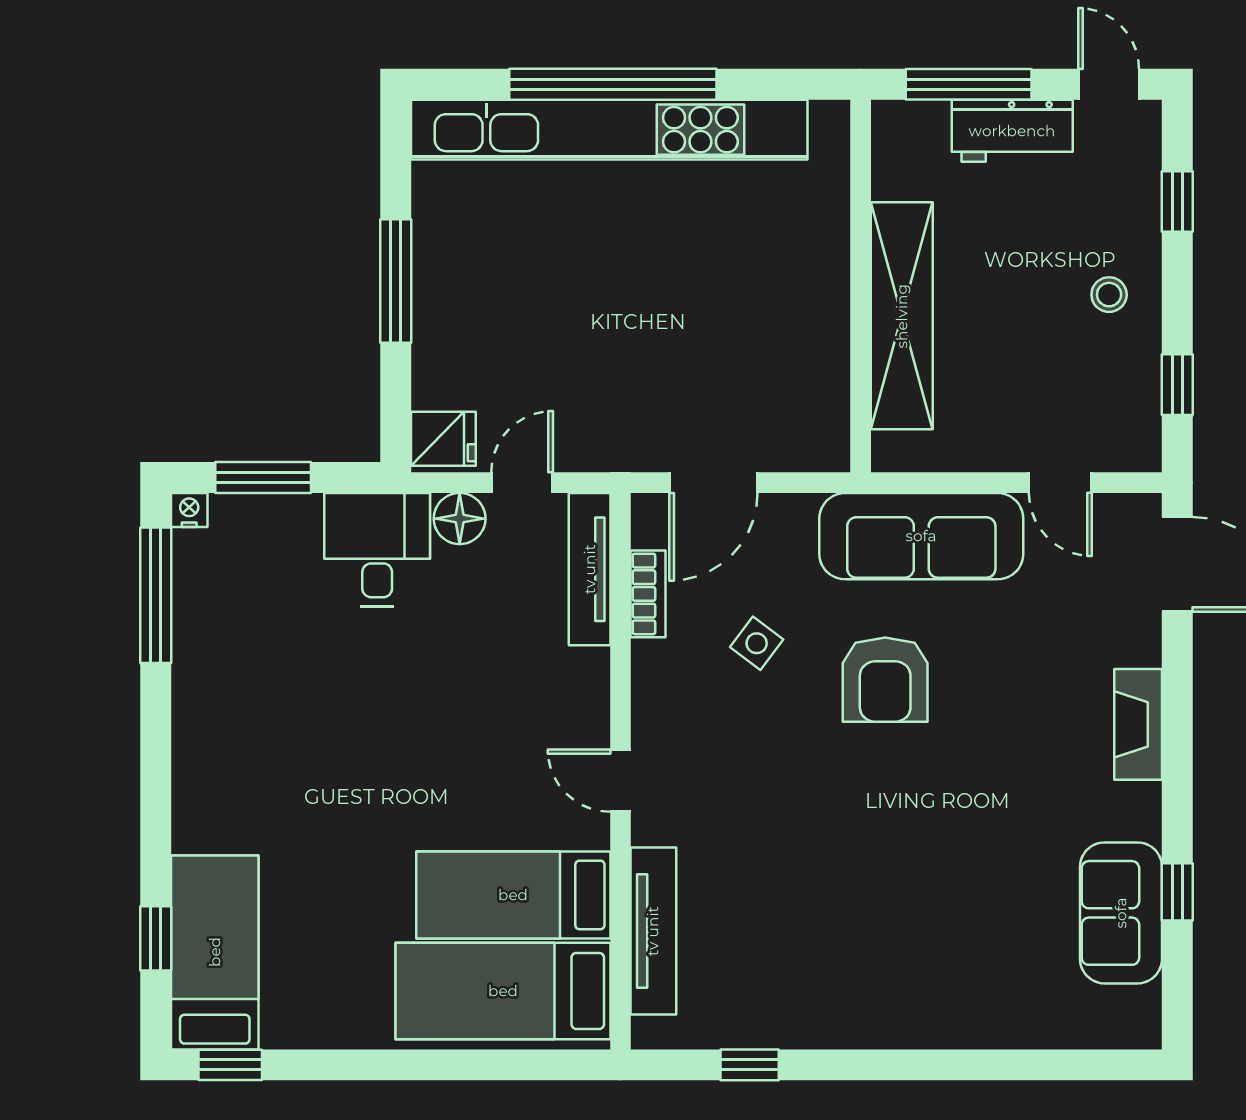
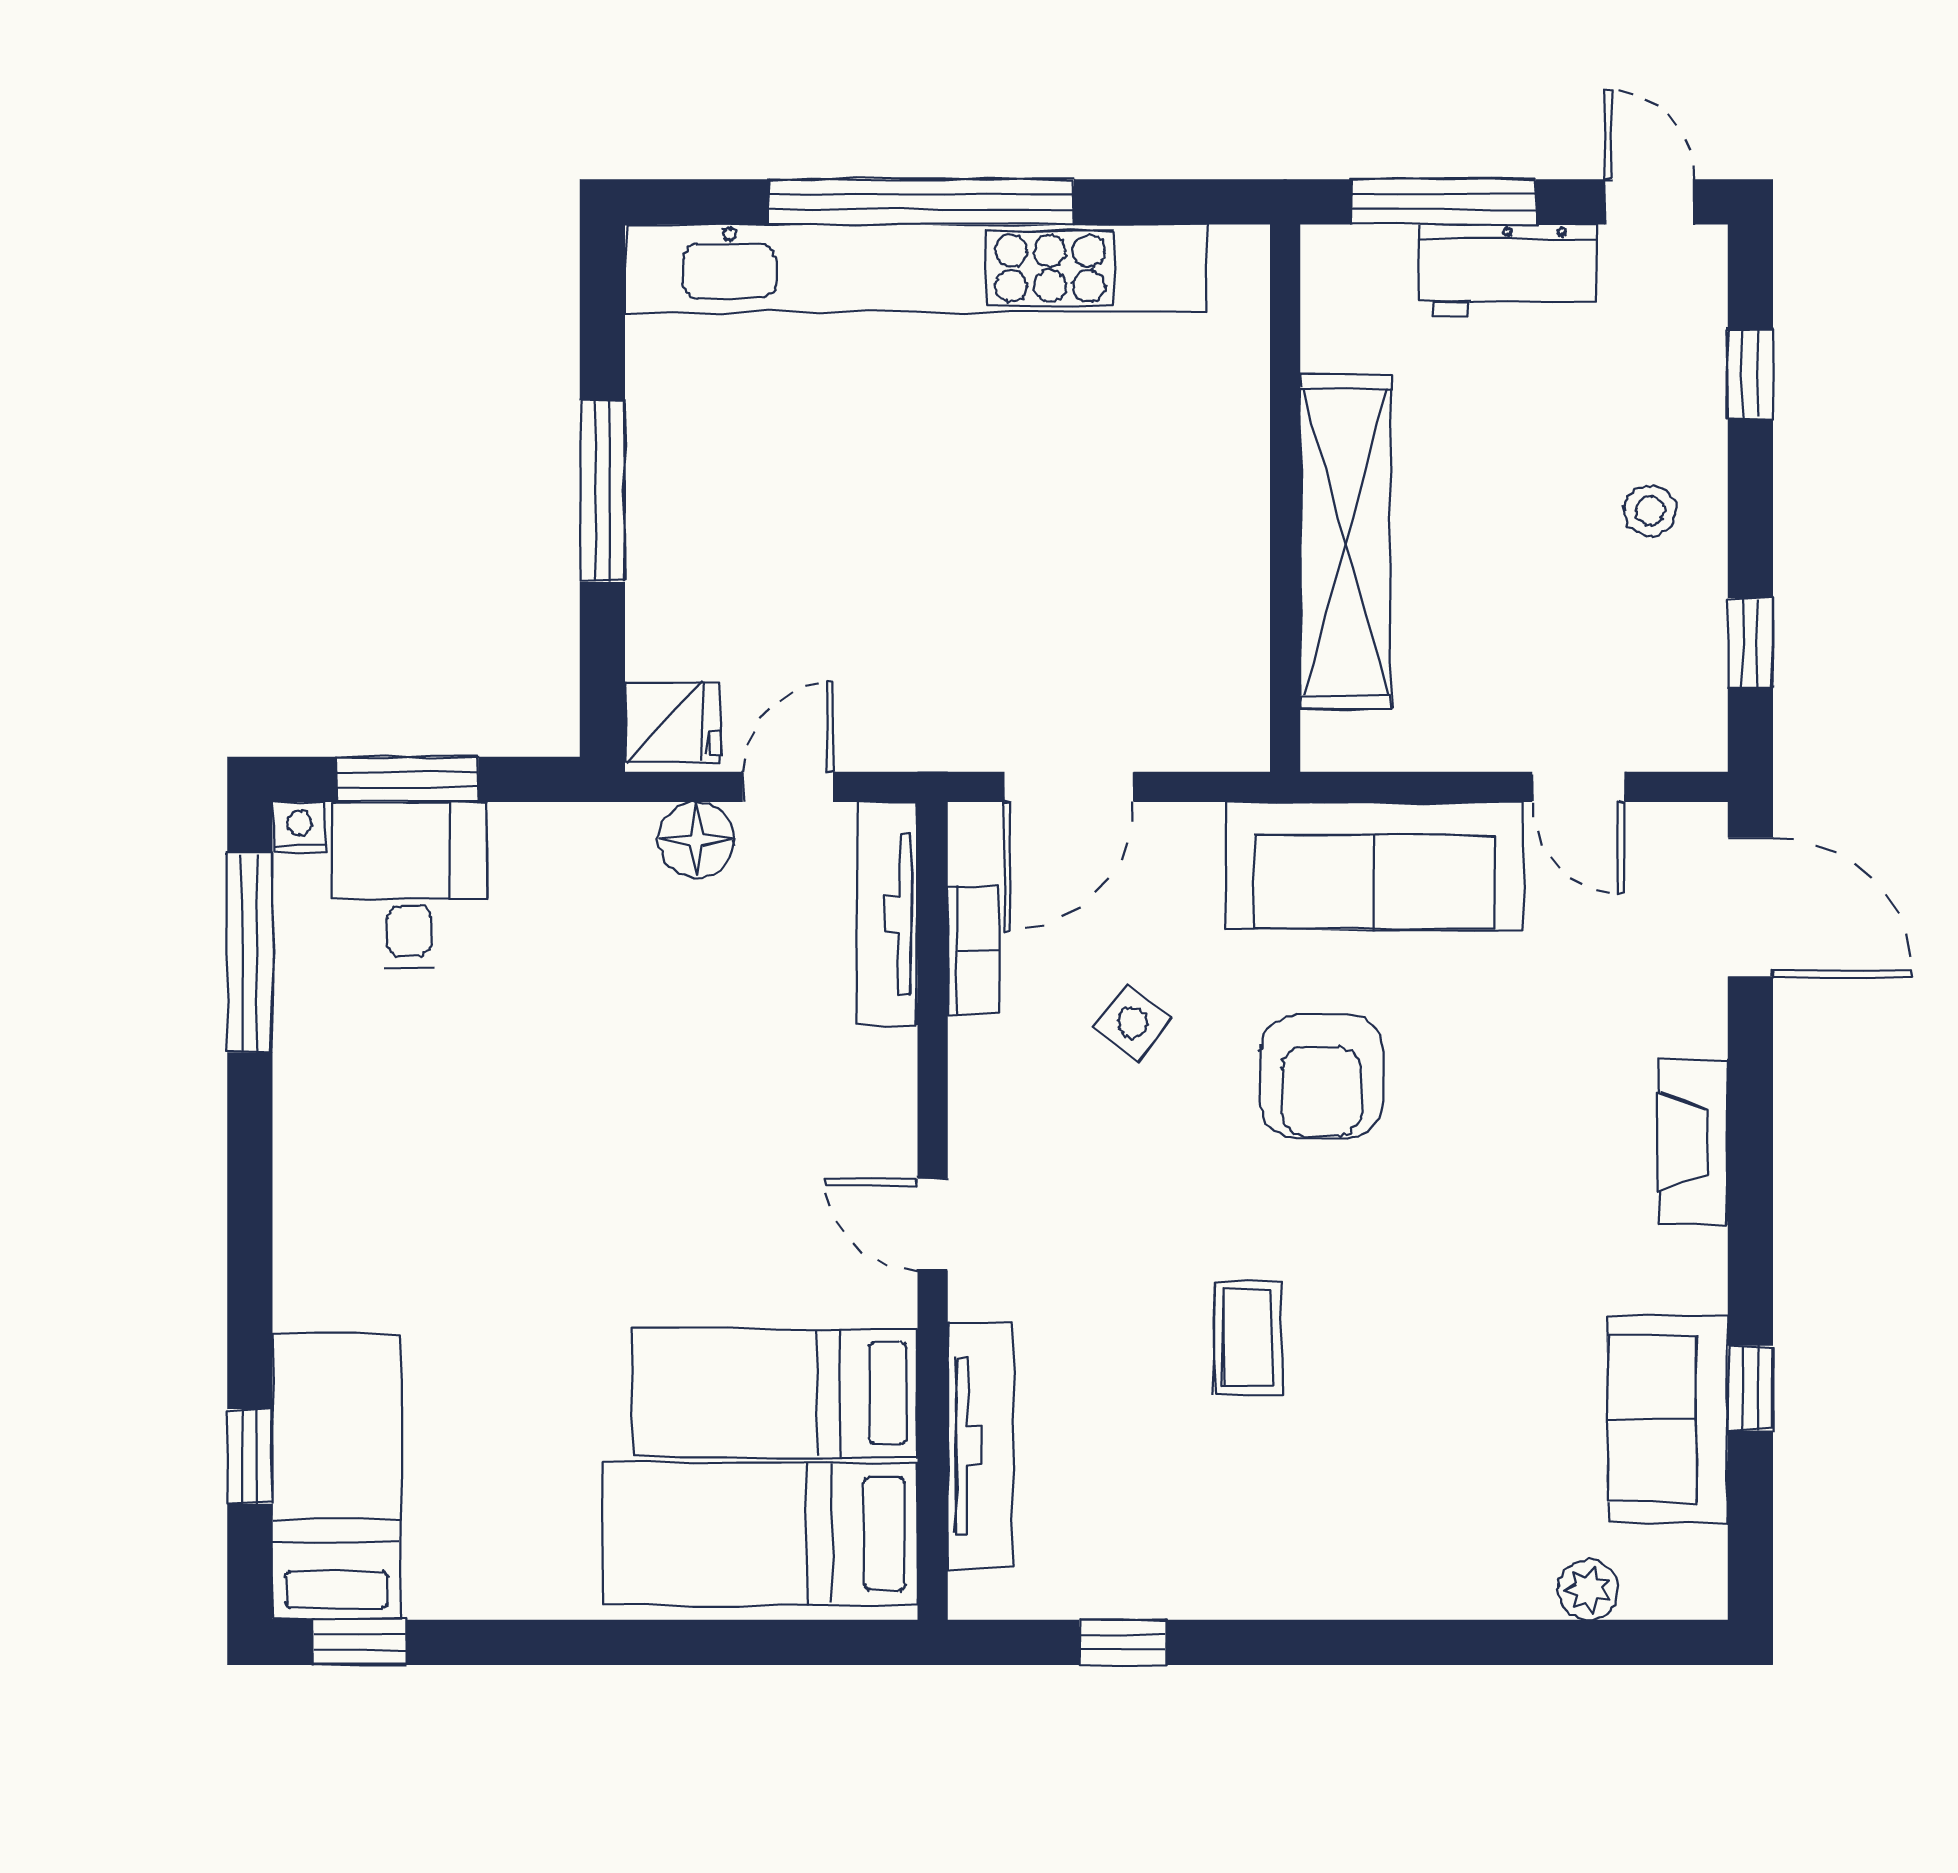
desk: (377, 550) -> (409, 885), moved
coffee table: (835, 858) -> (1248, 1338), added
plant: (1067, 1029) -> (1588, 1590), added

